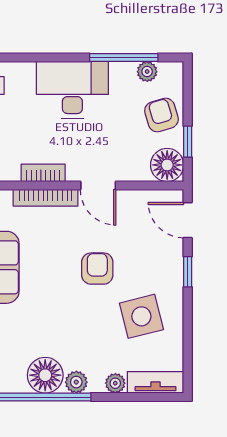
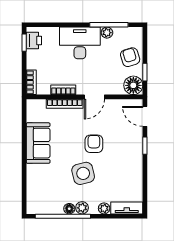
plant: (147, 72) -> (107, 33), moved
door: (98, 186) -> (94, 97), hinge flipped
side table: (141, 316) -> (83, 173), moved
floor lamp: (45, 375) -> (69, 209), width x0.53, depth x0.53

